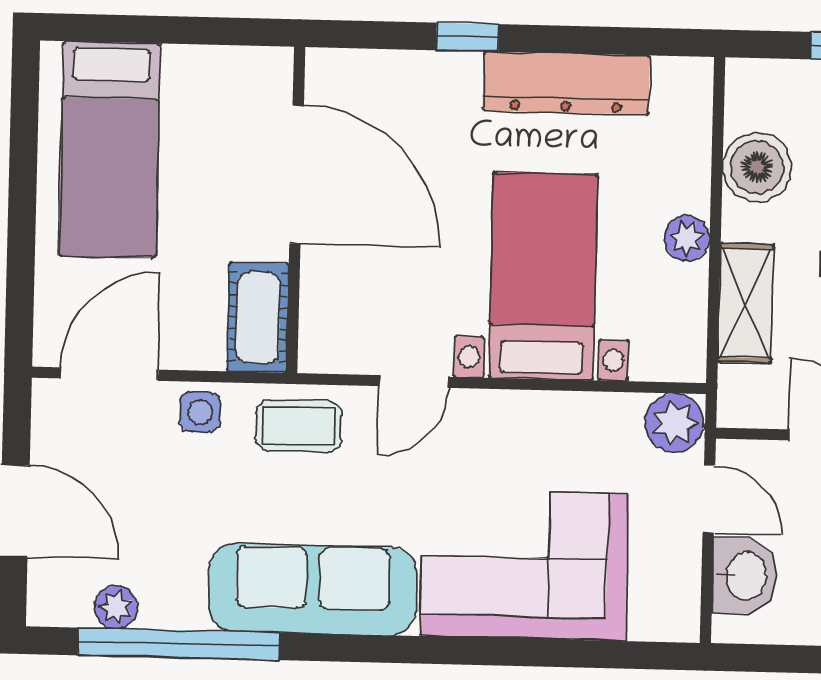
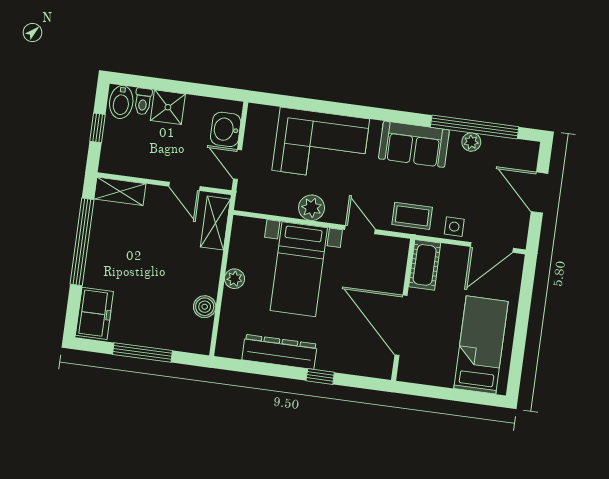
boiler: (757, 167) -> (205, 307), width x0.73, depth x0.73
shelving: (746, 303) -> (215, 223), moved
door: (414, 381) -> (360, 230), hinge flipped
plant: (674, 423) -> (312, 208), moved
sofa: (313, 589) -> (414, 144), width x0.73
plant: (116, 607) -> (471, 142), moved

